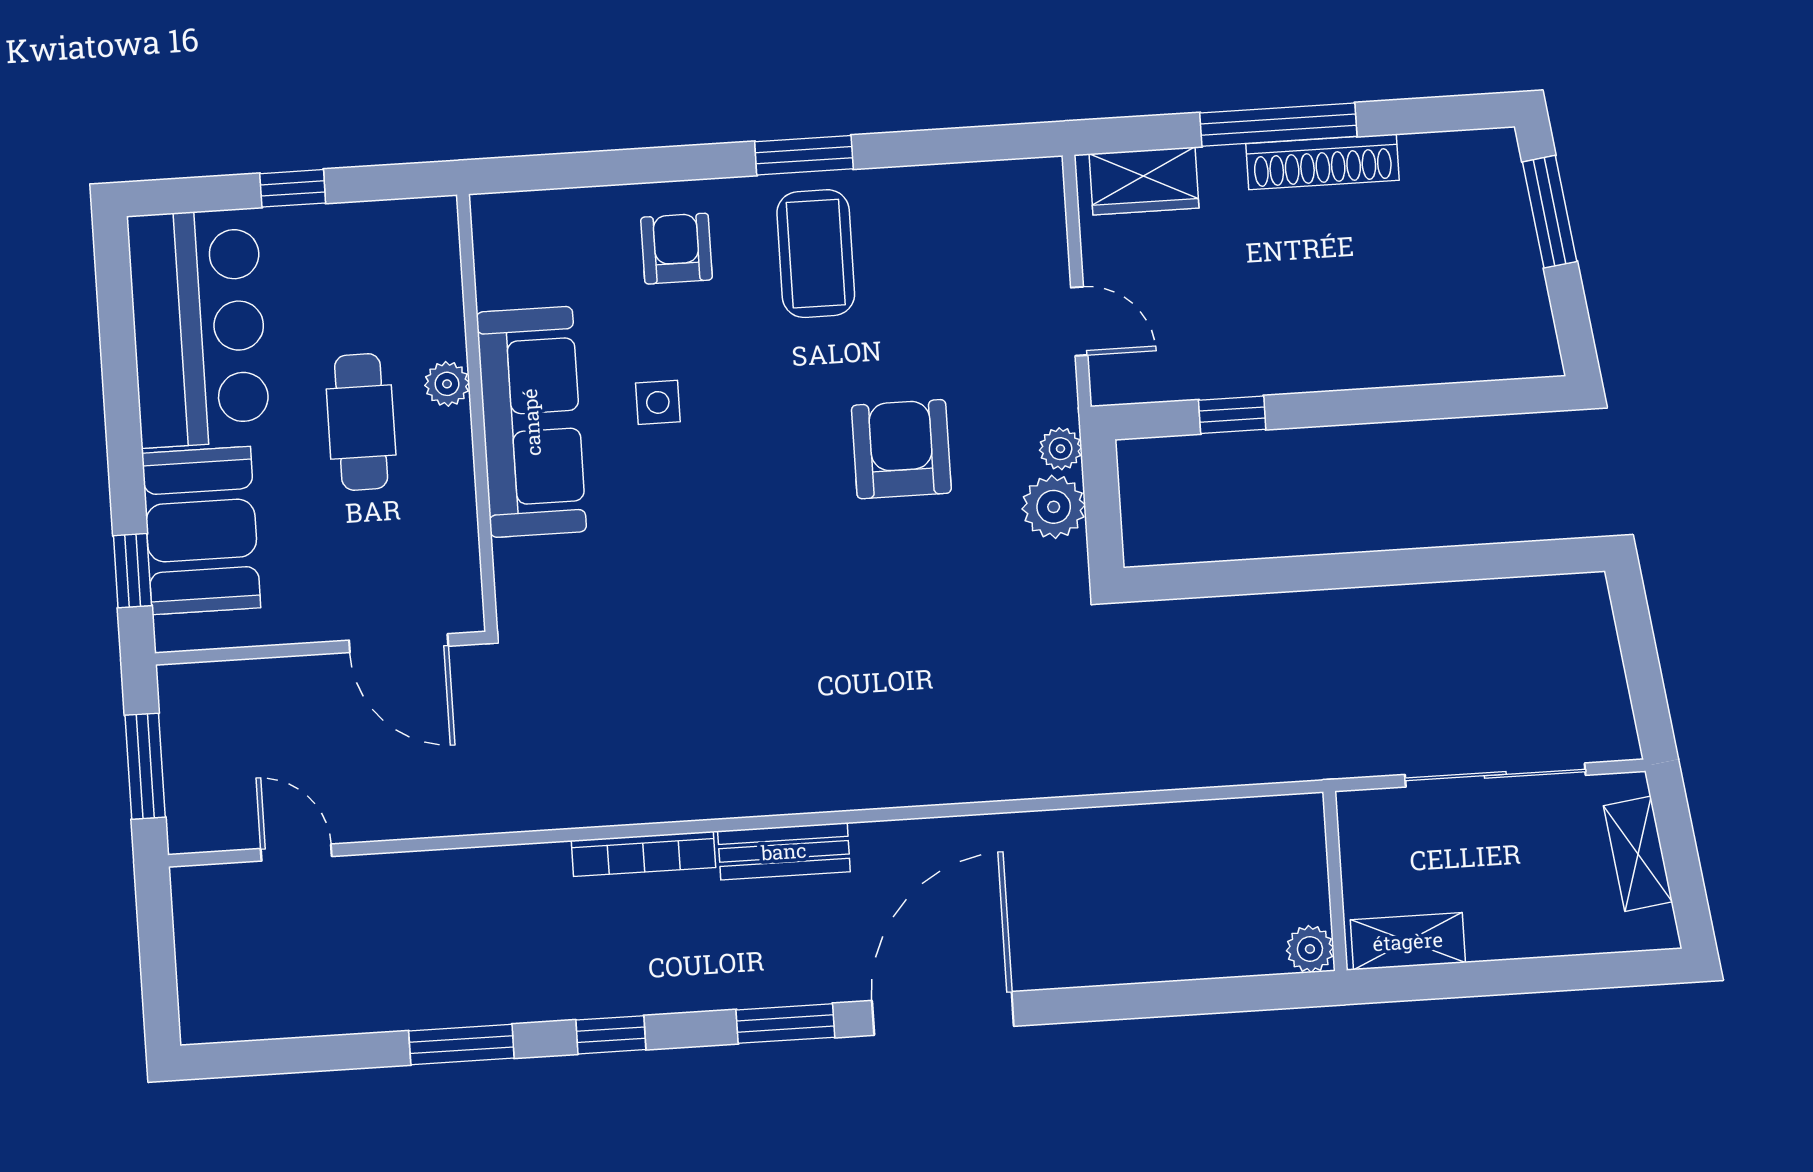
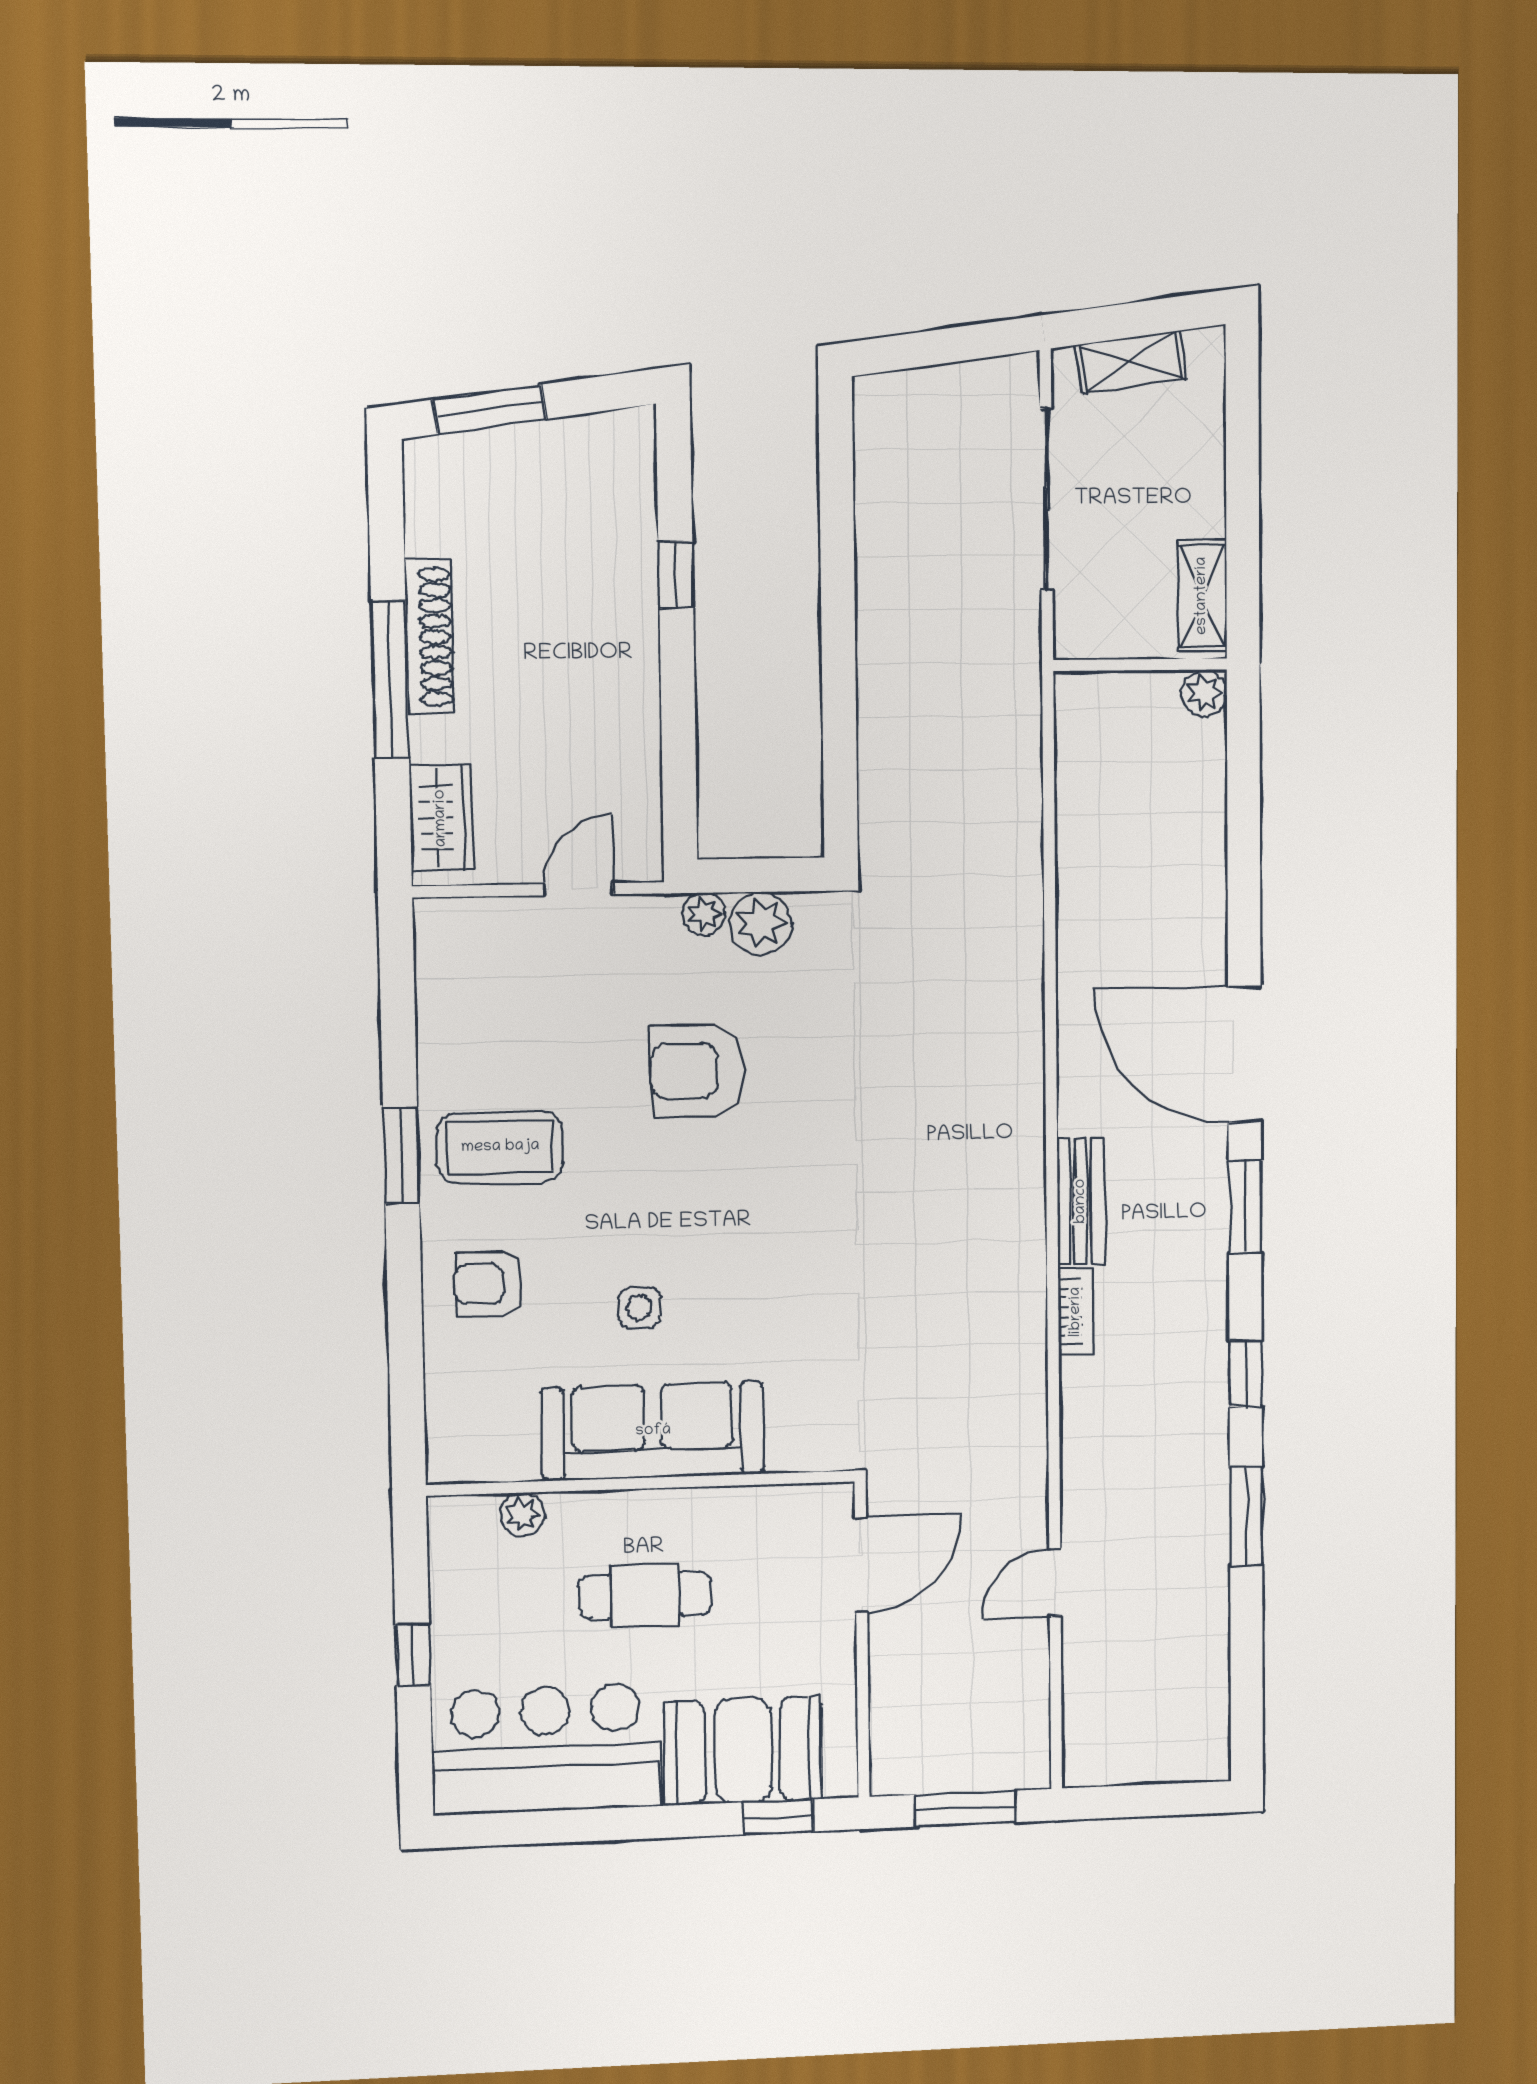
plant: (447, 384) -> (522, 1514), moved
window: (1232, 415) -> (676, 574), moved
door: (296, 852) -> (1055, 1582), moved
bookcase: (643, 854) -> (1076, 1312), width x0.64

